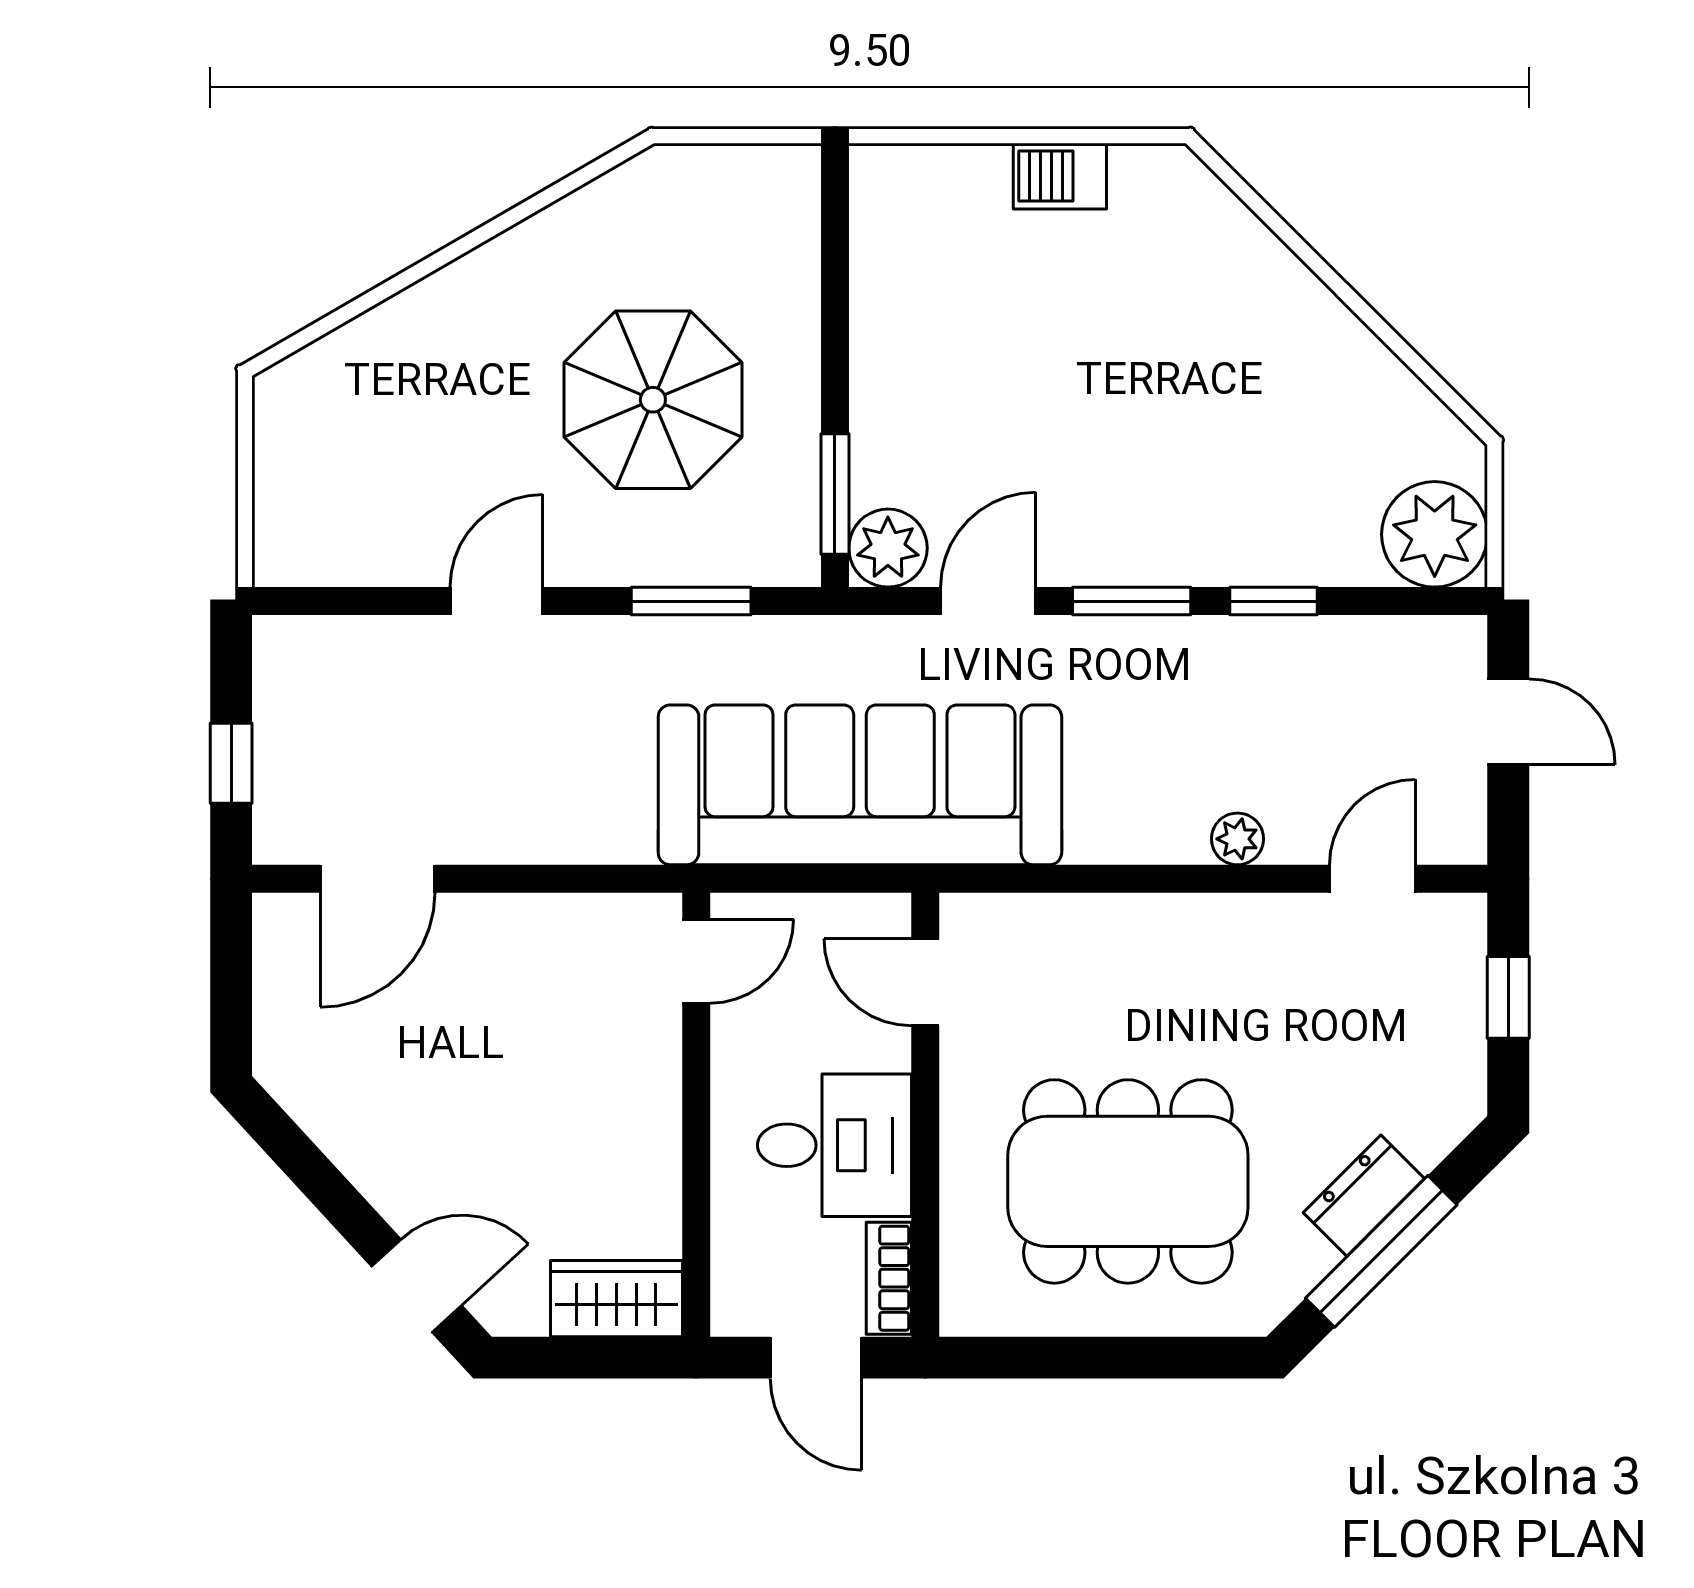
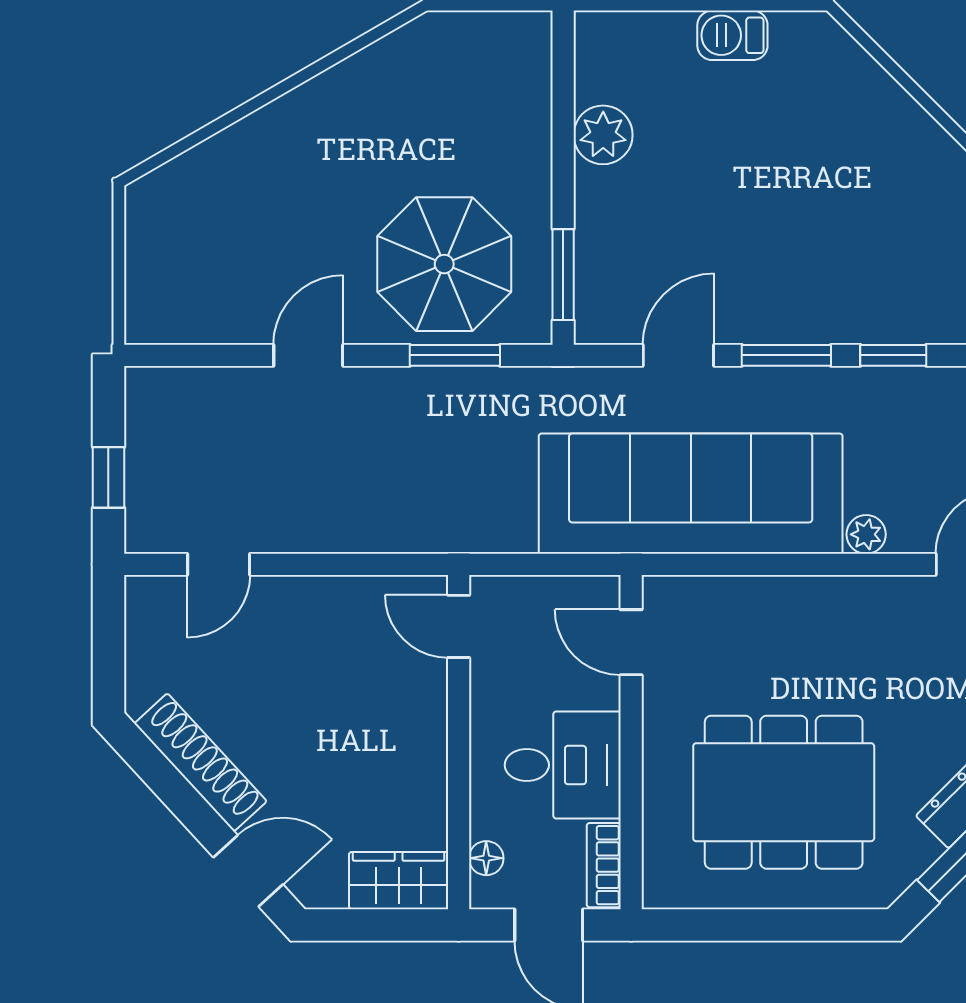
parasol: (653, 400) -> (444, 264), moved
plant: (888, 548) -> (603, 135), moved
sofa: (860, 785) -> (691, 494), moved
door: (377, 879) -> (219, 564), width x0.73
door: (696, 961) -> (459, 626), swing flipped
shoe rack: (353, 1142) -> (200, 762), added
floor lamp: (733, 1269) -> (486, 858), added

